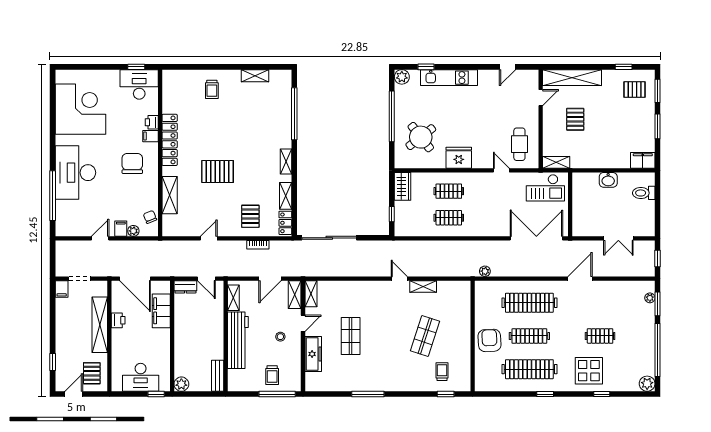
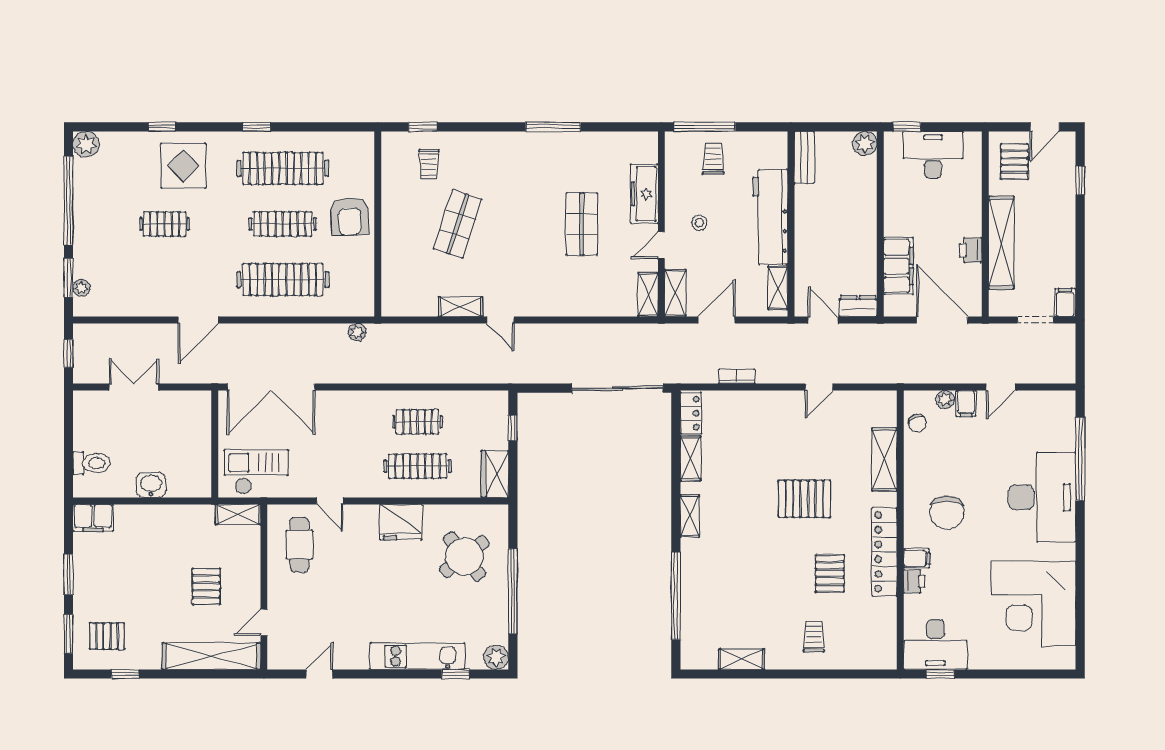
clothes rail: (449, 191) -> (418, 466), width x1.36
pallet: (250, 216) -> (830, 573), moved

